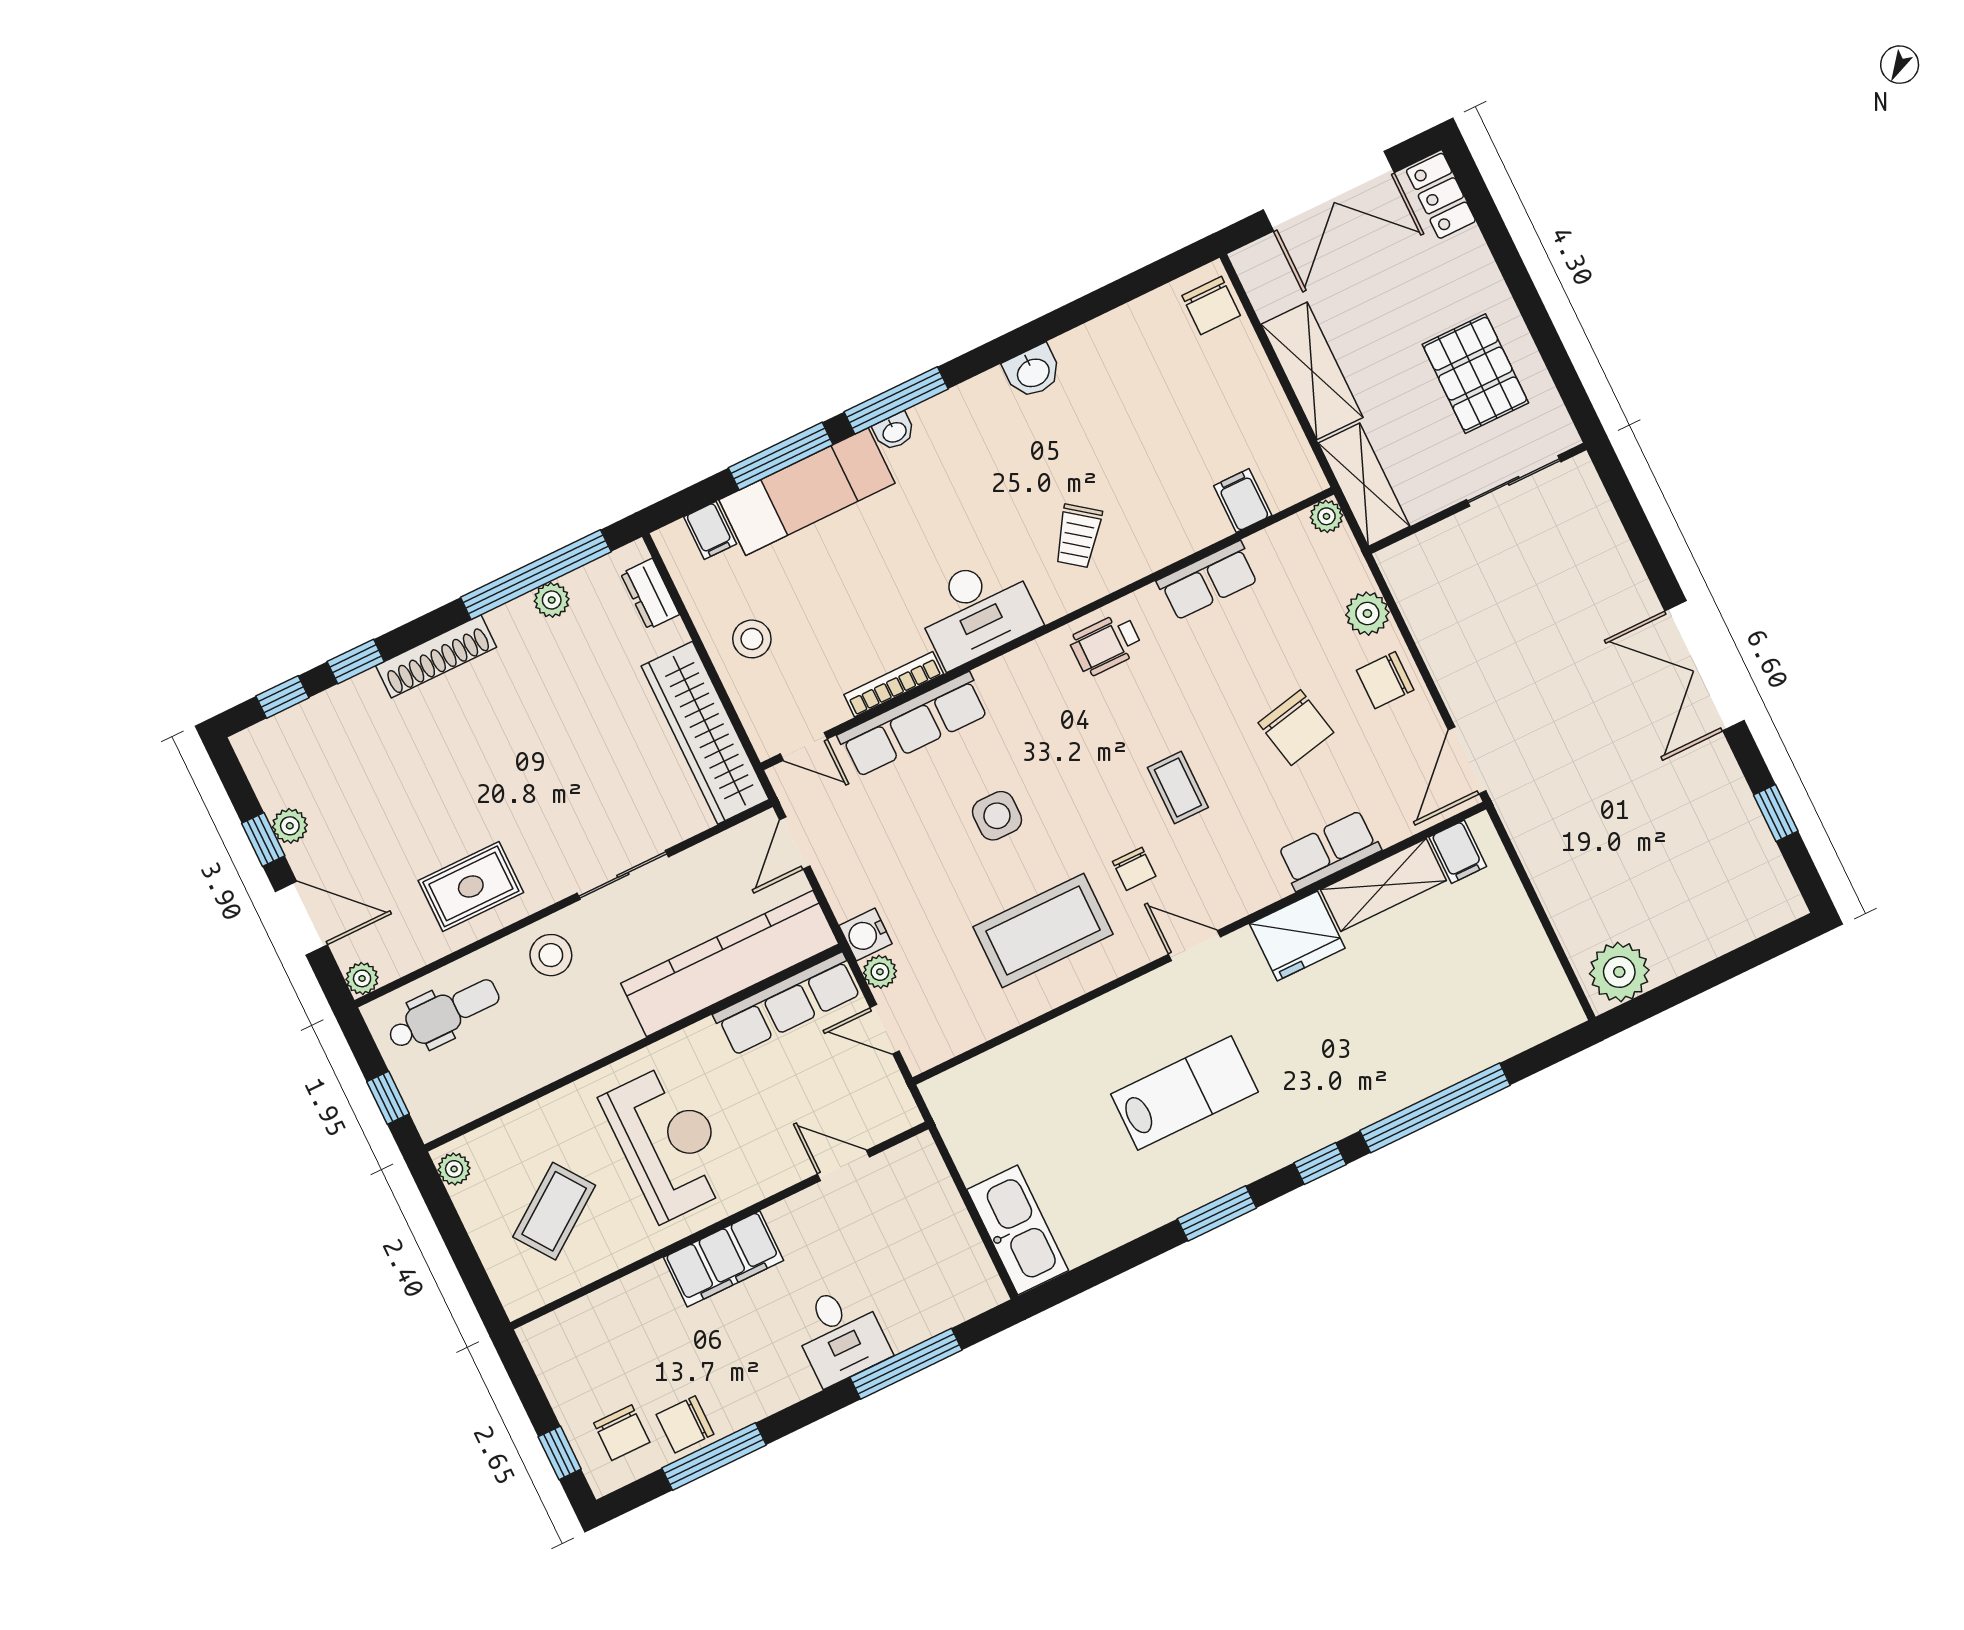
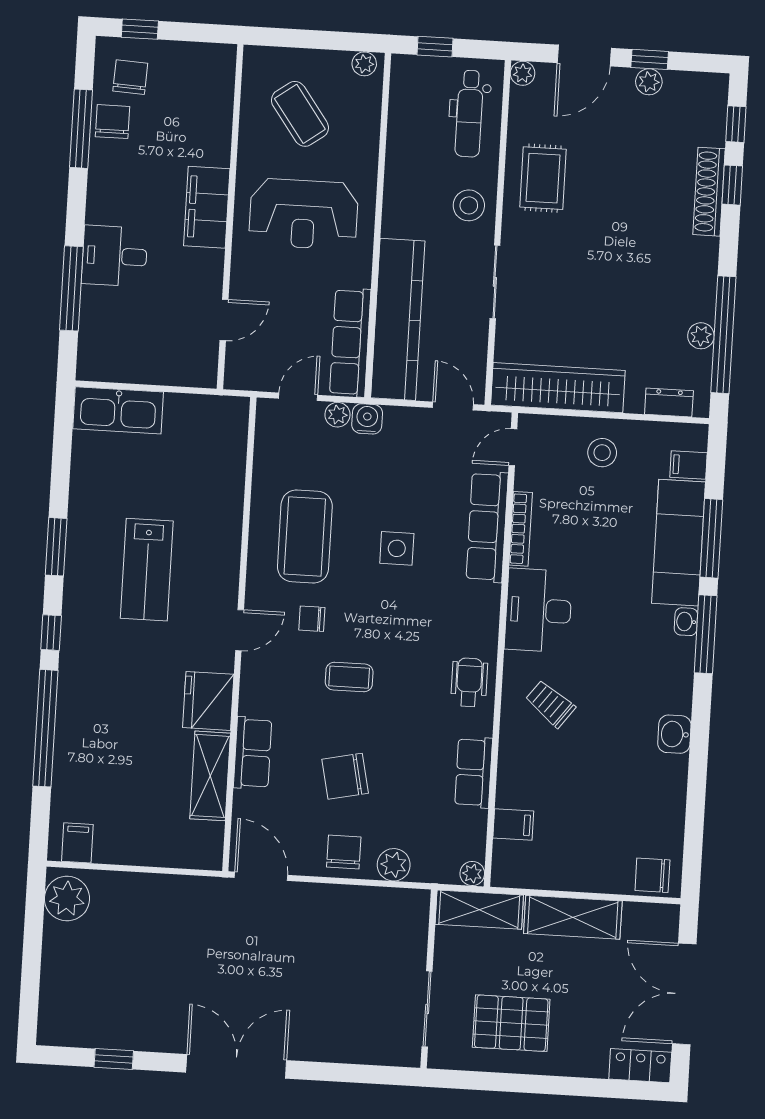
shoe rack: (436, 656) -> (709, 192), moved
filing cabinet: (1458, 852) -> (77, 843), moved, turned 90
chair: (622, 1433) -> (130, 77), turned 93

